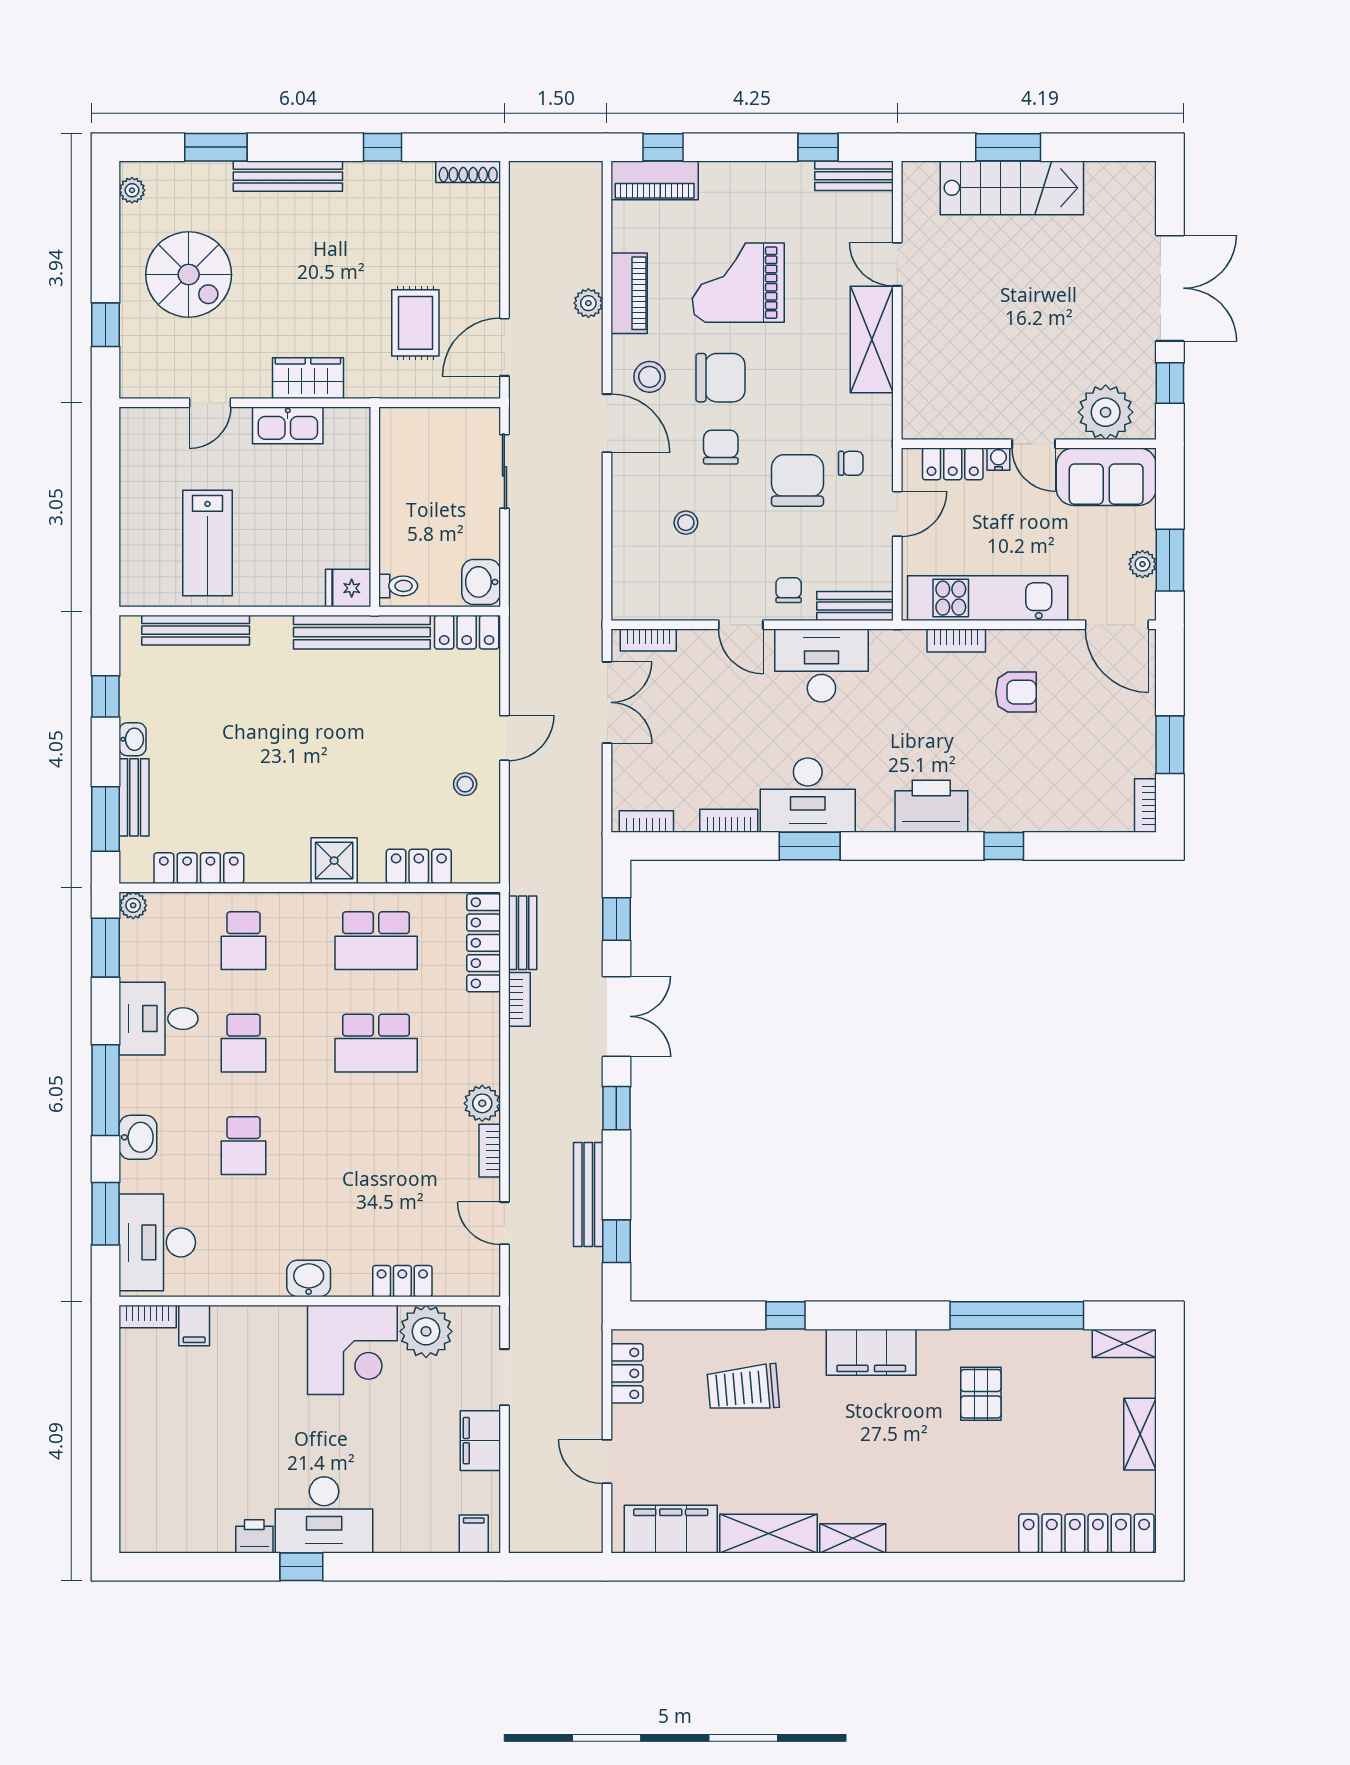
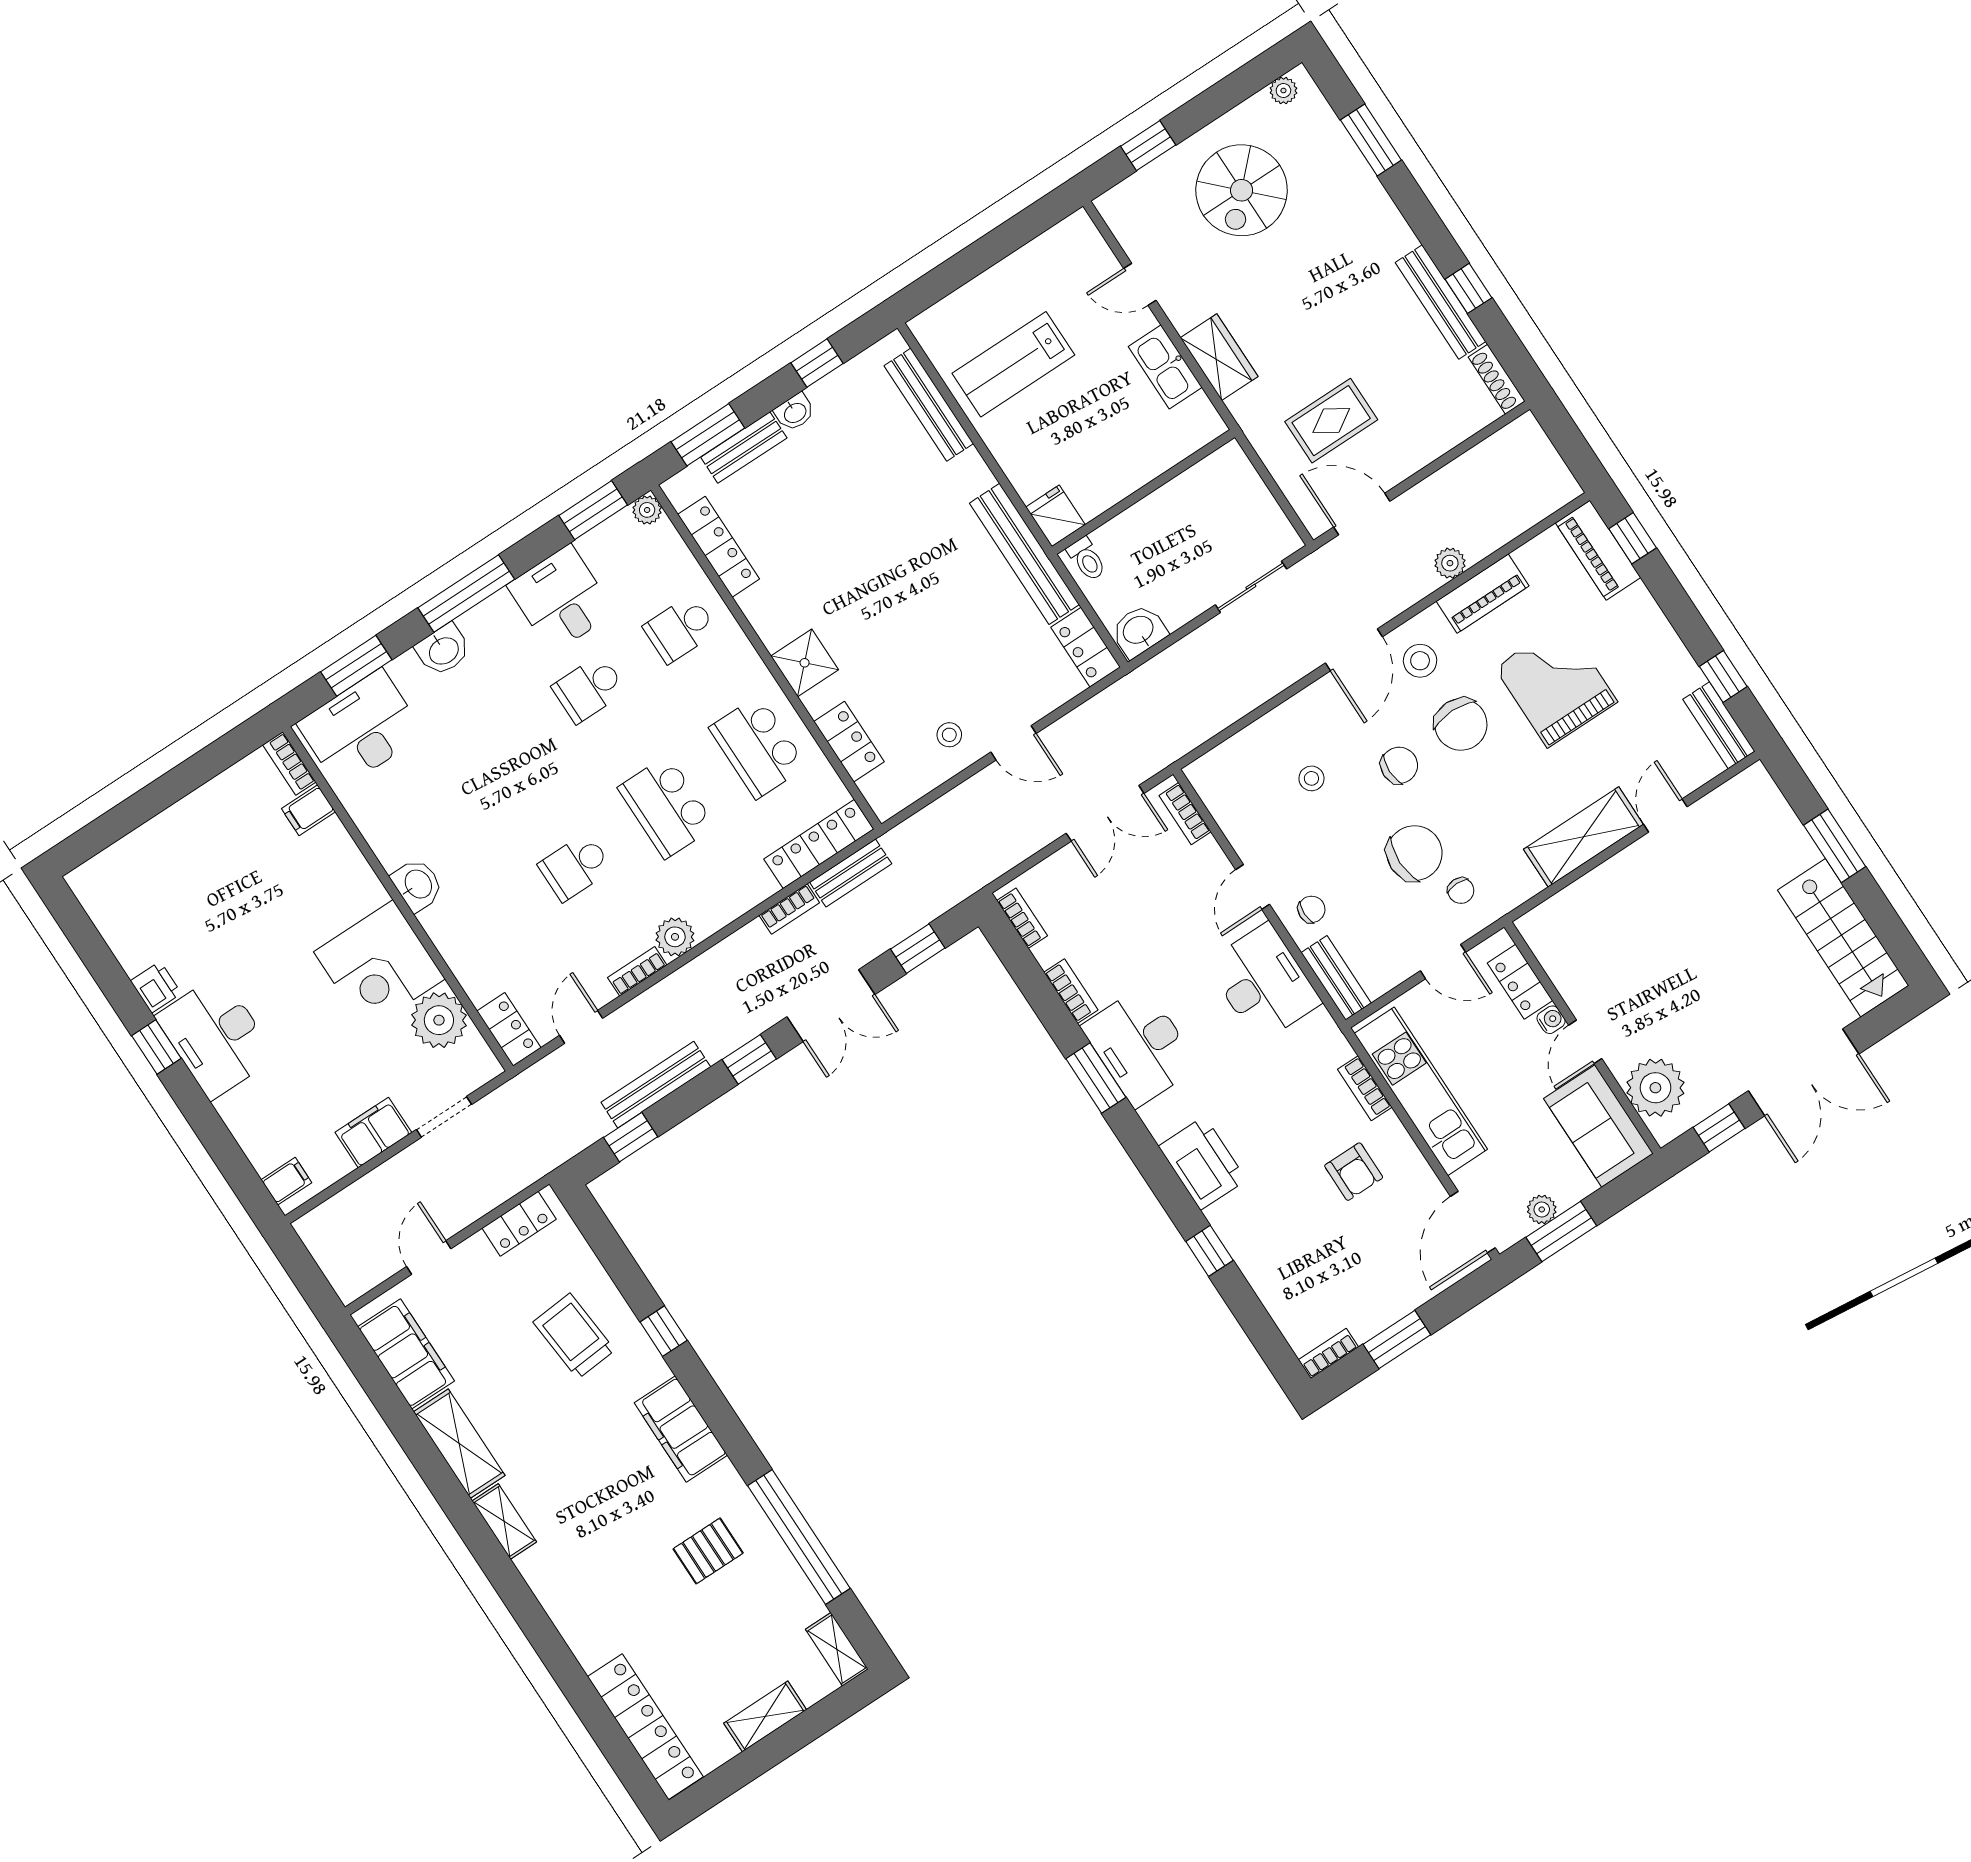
bench: (288, 176) -> (1440, 302), moved
stairs: (1012, 188) -> (1843, 938), moved
school desk: (244, 1146) -> (575, 867), moved
locker: (402, 1281) -> (509, 1029), moved

